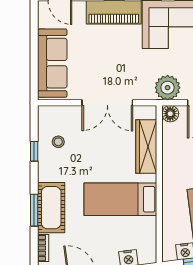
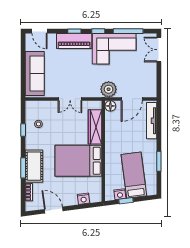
double door: (107, 103) -> (70, 99), width x0.73
bed: (120, 199) -> (78, 161), width x1.50

